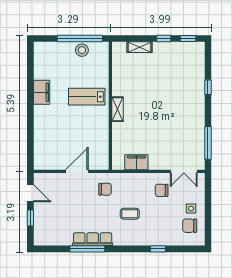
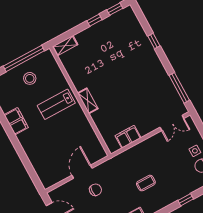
shelving: (140, 47) -> (65, 46), moved
stool: (82, 50) -> (30, 78), moved
chair: (105, 189) -> (95, 190), moved
chair: (162, 190) -> (162, 149), removed

